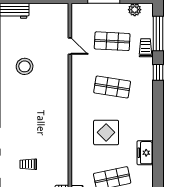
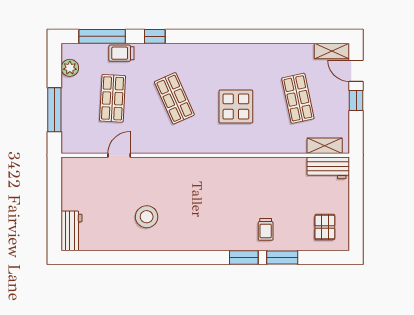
shop shelf: (112, 87) -> (174, 98), turned -33
freezer: (145, 153) -> (263, 54), removed
trolley: (28, 164) -> (266, 229), moved

